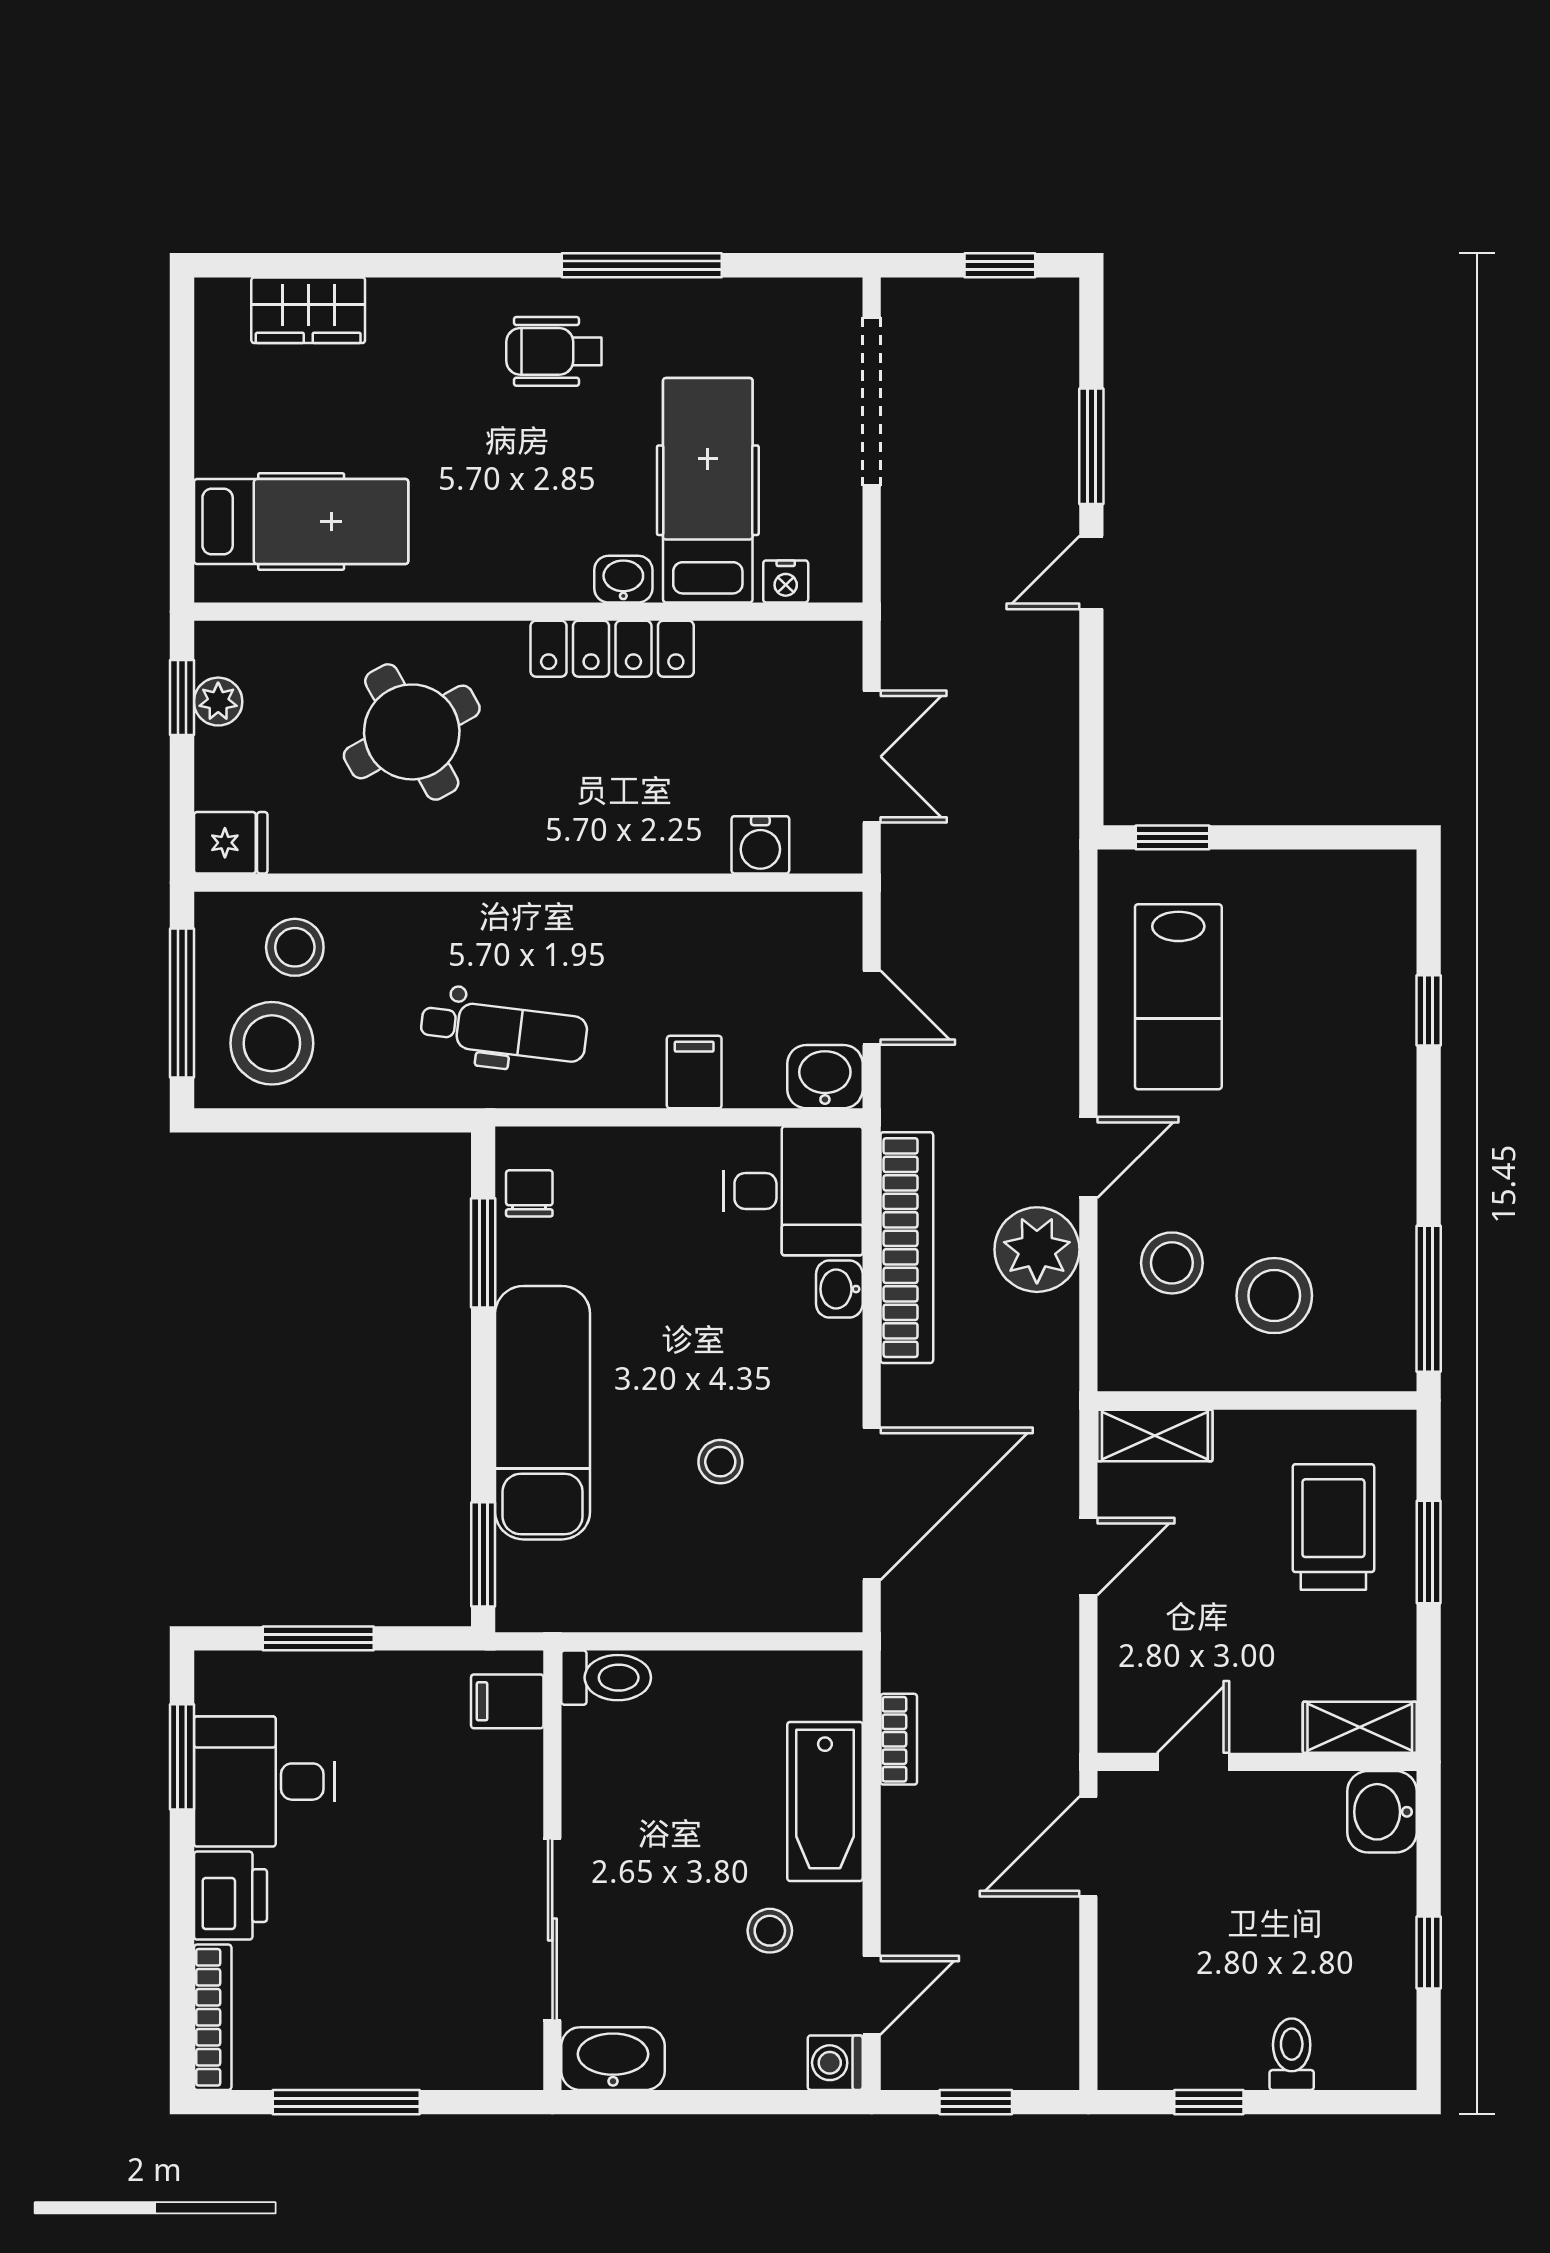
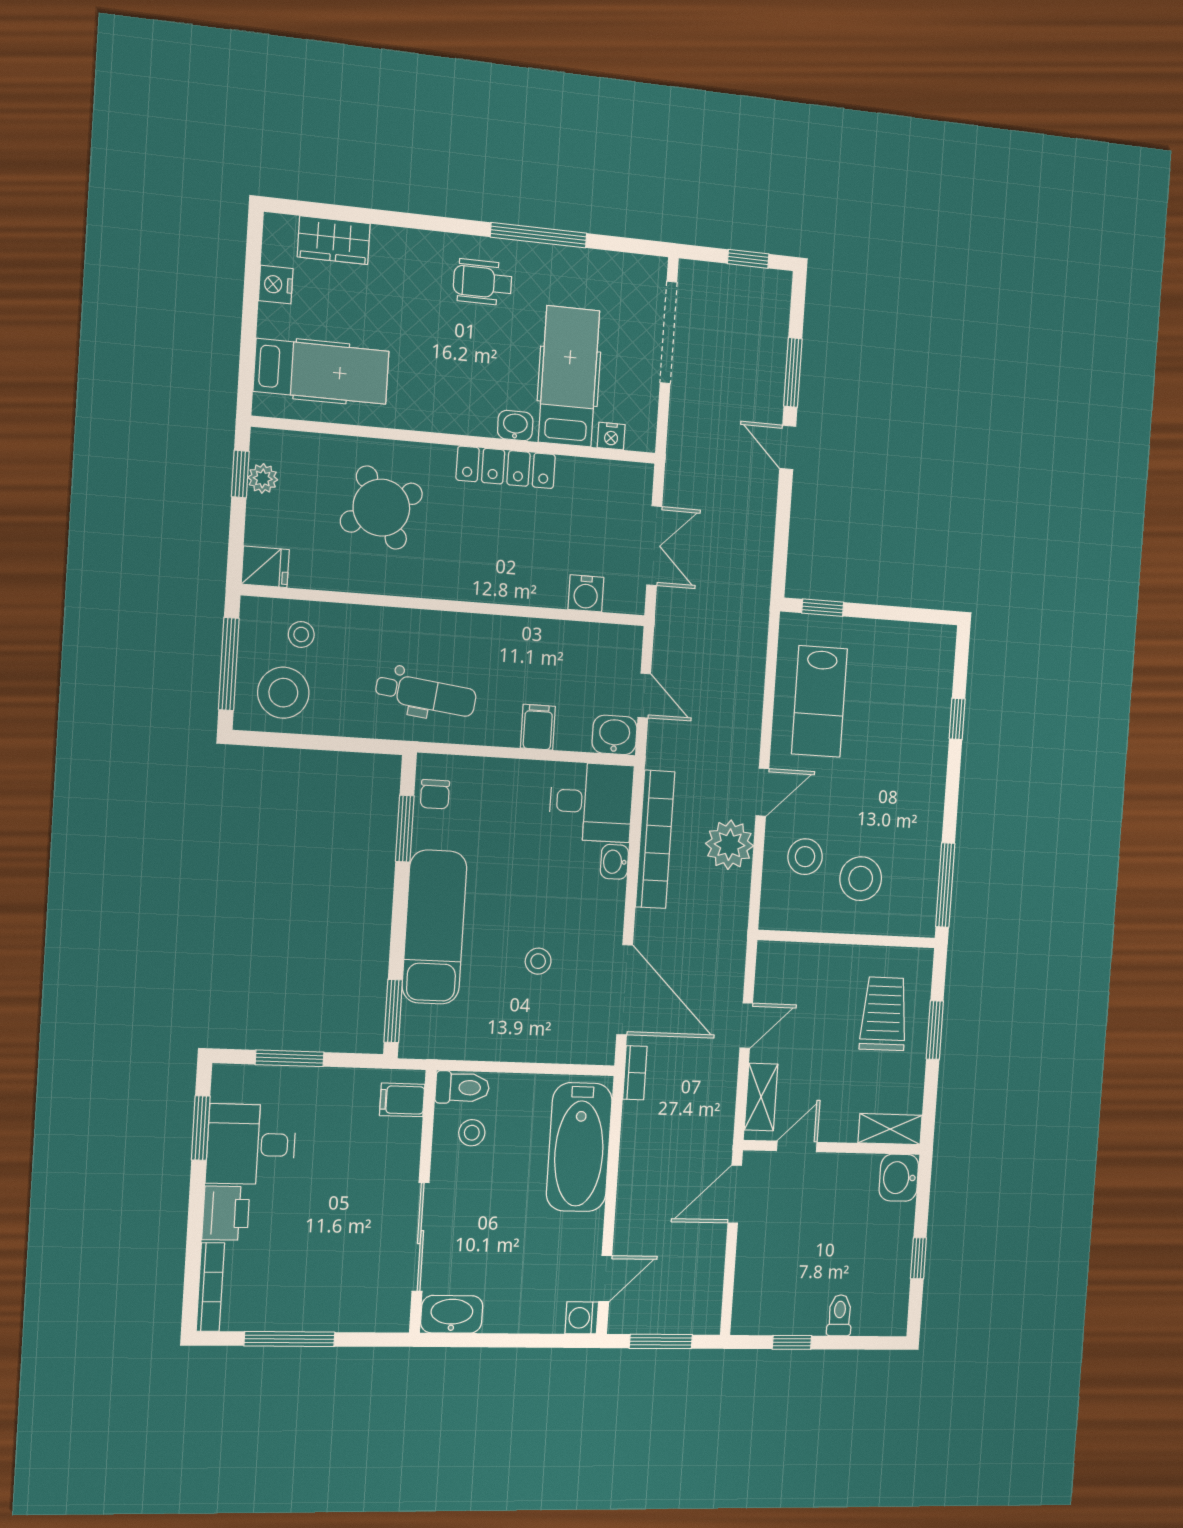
nightstand: (220, 391) -> (276, 284), added
door: (1091, 573) -> (788, 447), hinge flipped
stool: (295, 947) -> (301, 634), width x0.73, depth x0.73
chair: (529, 1193) -> (435, 794), turned 180
shelving: (1155, 1435) -> (761, 1097), moved, turned 90
door: (872, 1504) -> (625, 990), hinge flipped
bookcase: (899, 1739) -> (635, 1073), moved
bathtub: (825, 1801) -> (579, 1147), width x1.36, depth x1.36
stool: (770, 1931) -> (472, 1133), moved
window: (976, 2102) -> (661, 1341), width x1.50

